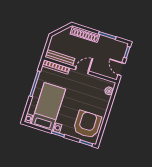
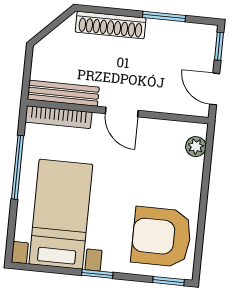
door: (82, 70) -> (122, 112), swing flipped
armchair: (87, 124) -> (161, 237), turned -90

